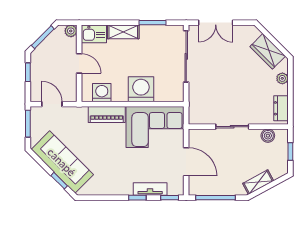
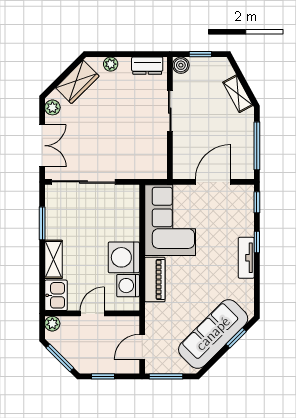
plant: (247, 31) -> (52, 107), added
washing machine: (141, 89) -> (124, 257), moved
sliding door: (232, 127) -> (170, 111), moved
boiler: (268, 136) -> (181, 65), moved
tv unit: (150, 189) -> (246, 258), moved

